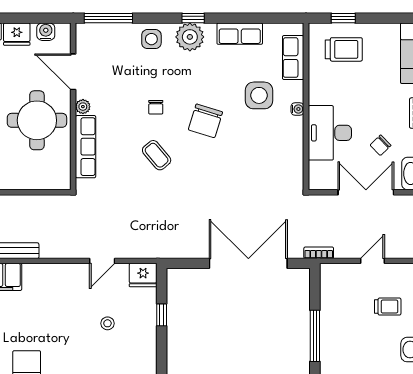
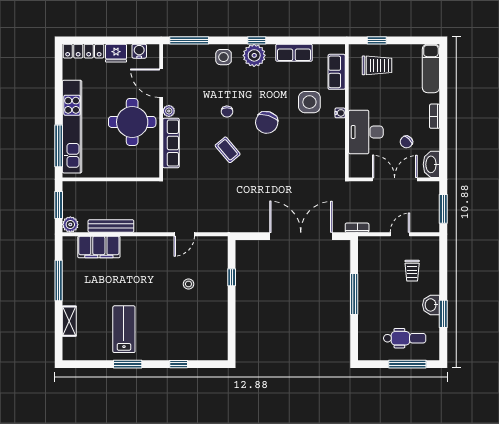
fridge: (143, 275) -> (217, 245), removed
trolley: (388, 307) -> (412, 271), turned 90

